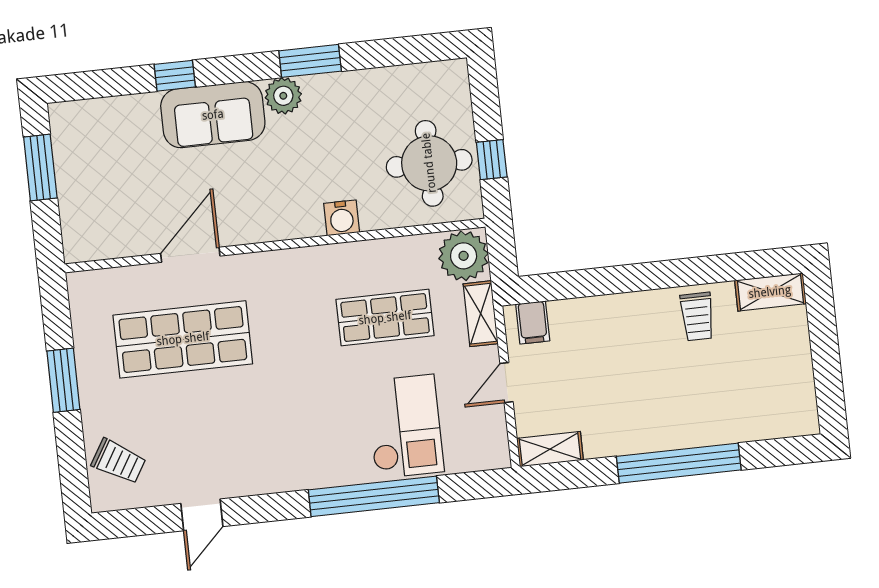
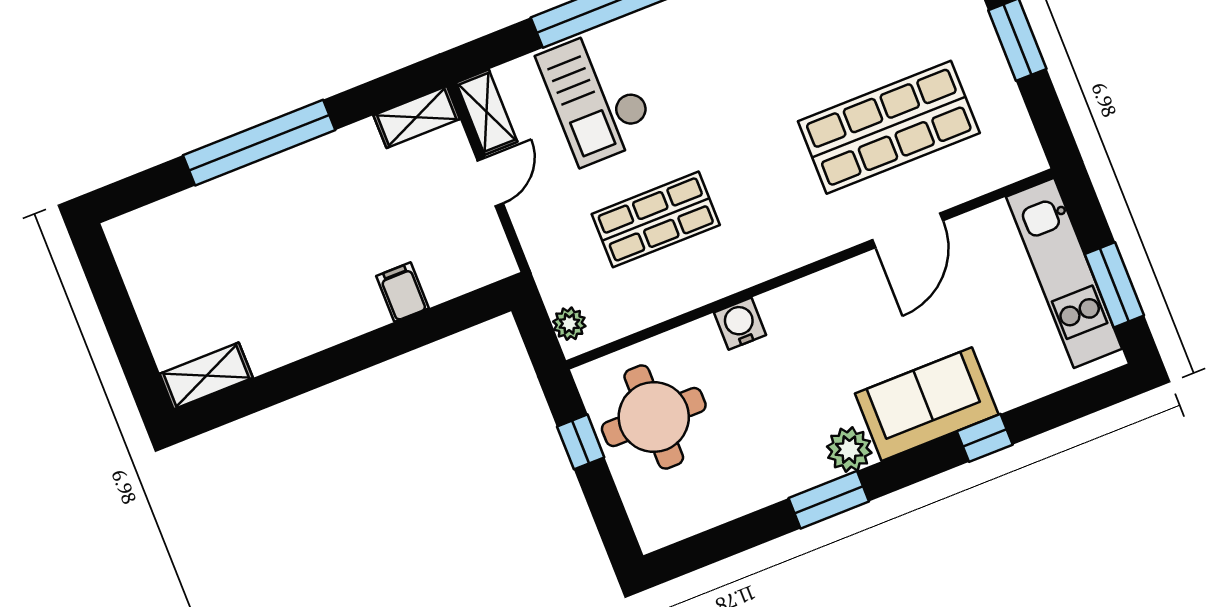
kitchen unit: (77, 188) -> (1064, 273), added
plant: (464, 256) -> (569, 324), width x0.53, depth x0.53
shelving: (481, 314) -> (487, 112), moved
trolley: (697, 317) -> (285, 323), removed
filing cabinet: (533, 322) -> (403, 292), moved

